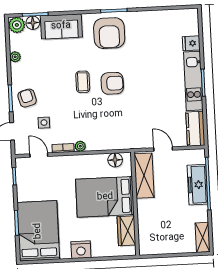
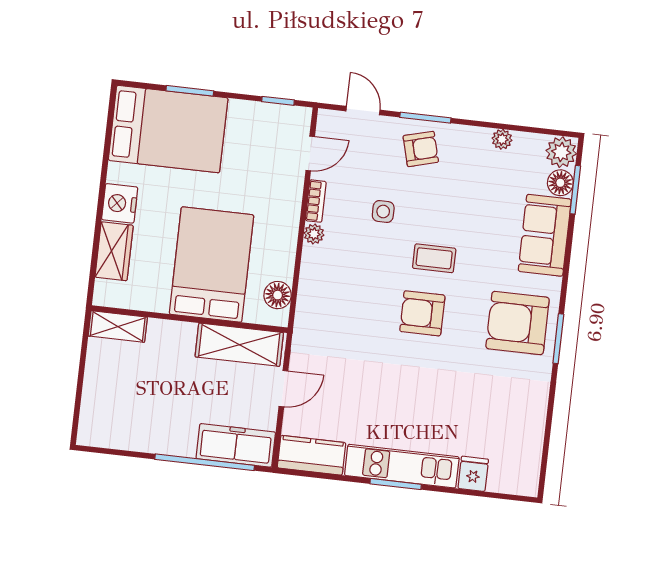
armchair: (112, 83) -> (422, 313), turned 90
side table: (44, 123) -> (383, 211), moved
freezer: (197, 185) -> (236, 445), moved
wardrobe: (126, 231) -> (114, 251), moved, turned 90
shelving: (203, 237) -> (118, 327), moved

